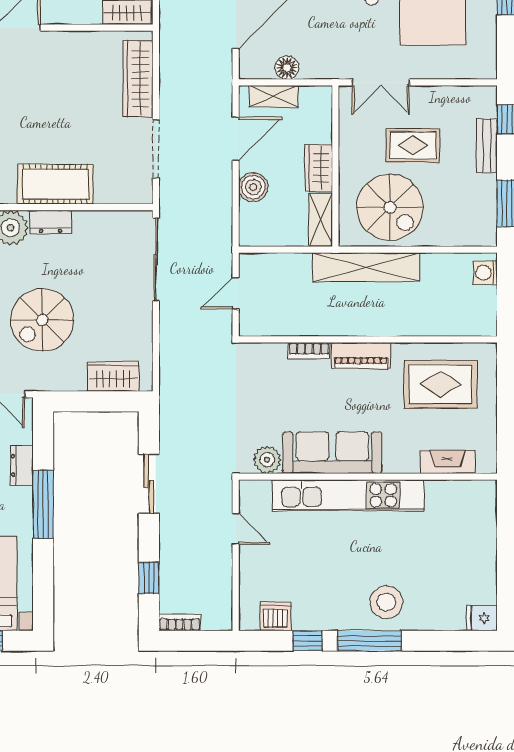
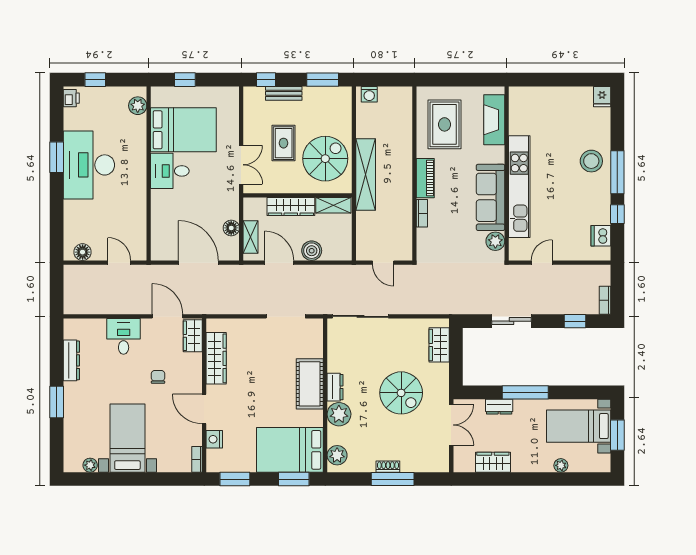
wardrobe: (138, 79) -> (216, 358), moved, turned -90
wardrobe: (319, 168) -> (291, 207), width x1.50
fireplace: (448, 462) -> (494, 120), width x1.37, depth x1.32

